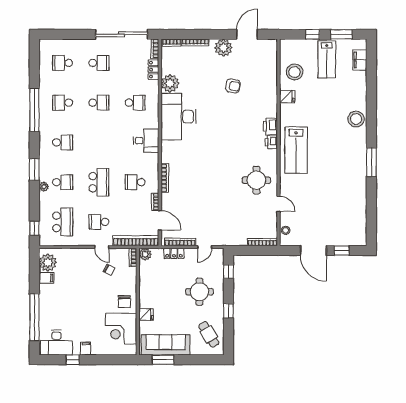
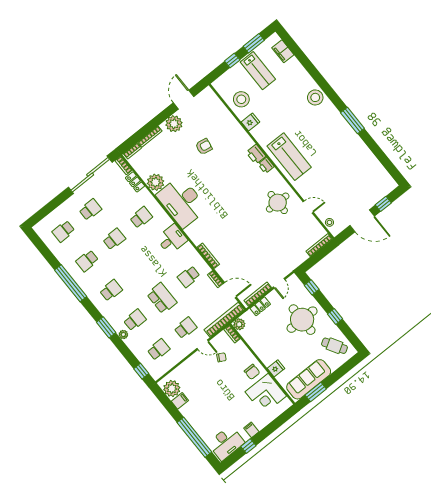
school desk: (63, 222) -> (159, 350), width x0.54
school desk: (99, 222) -> (185, 328), turned 180
round table: (199, 292) -> (302, 320), width x1.36, depth x1.36

